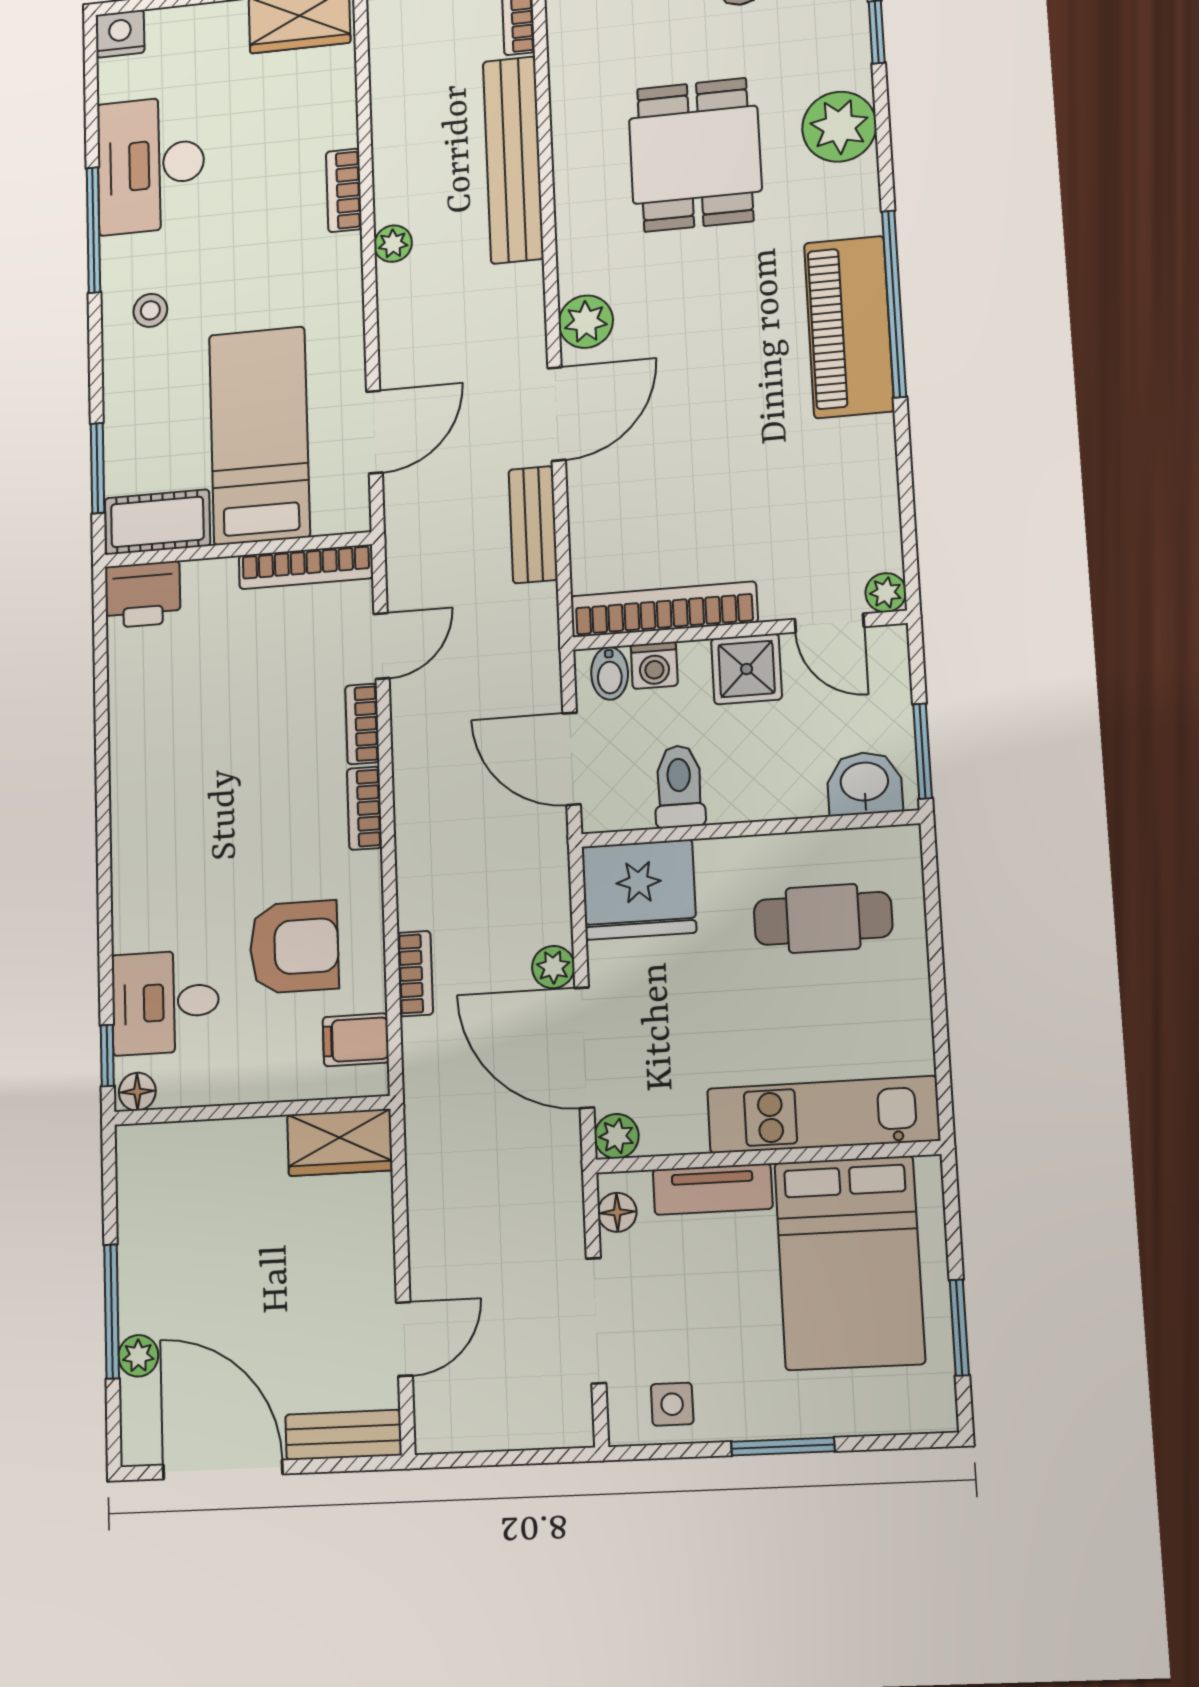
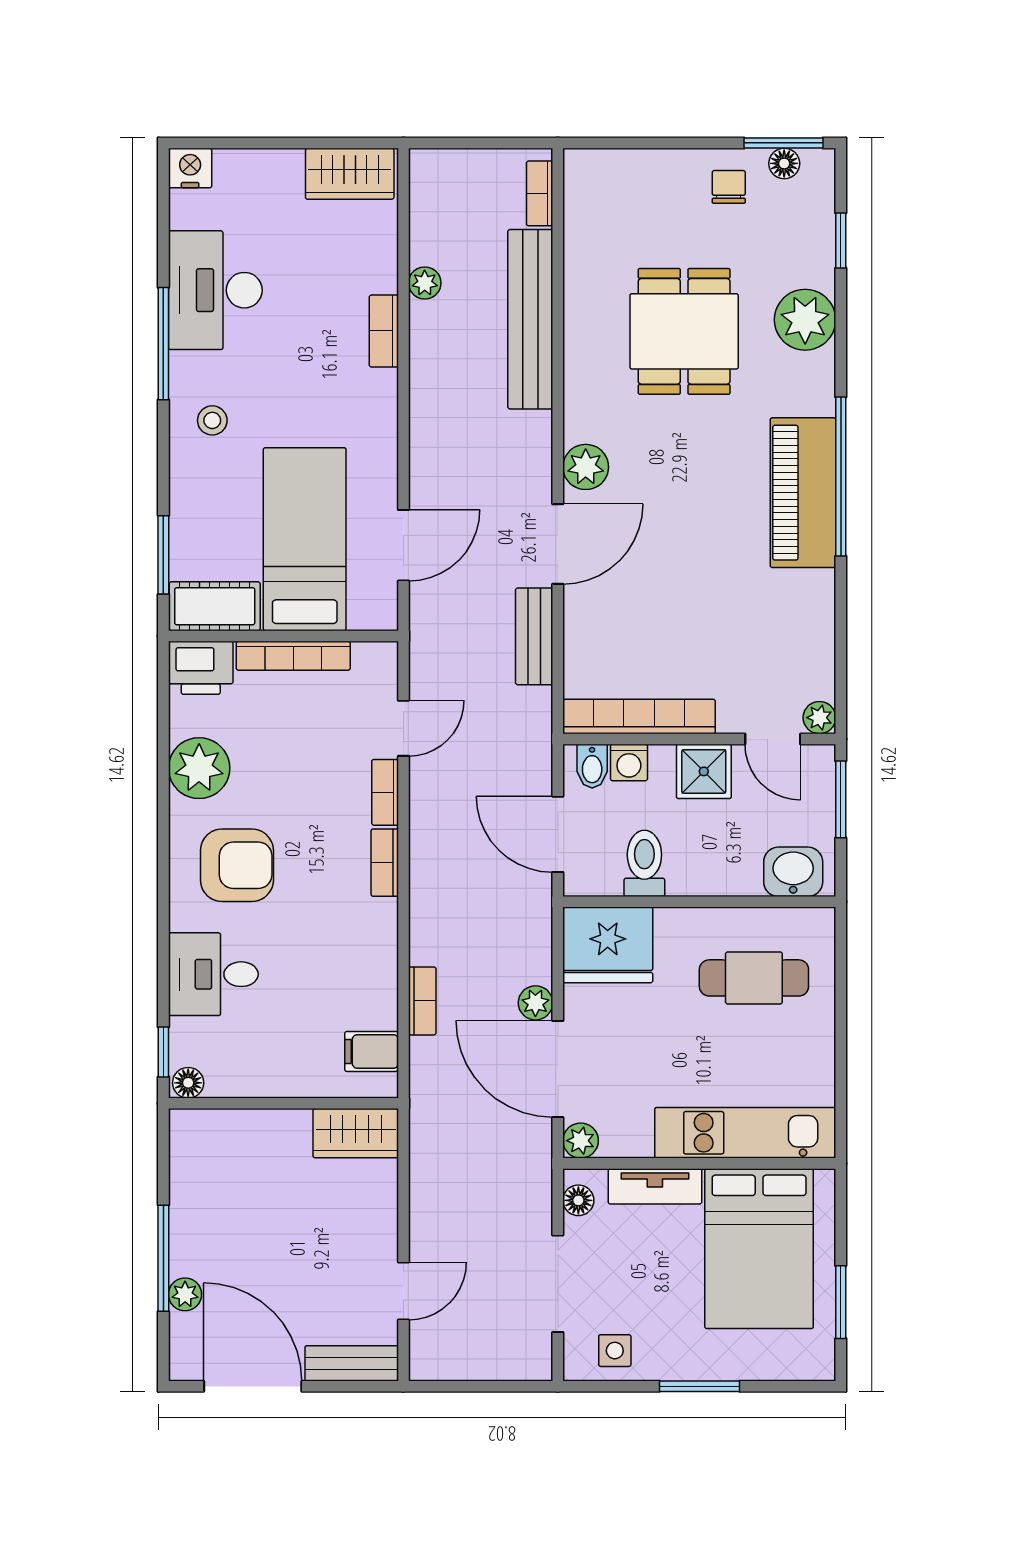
plant: (393, 244) -> (425, 283), moved
bookcase: (306, 567) -> (293, 656), moved
plant: (143, 712) -> (199, 768), added
window: (922, 751) -> (841, 799), moved
armchair: (294, 947) -> (237, 865), moved
desk: (165, 1002) -> (213, 974), moved

